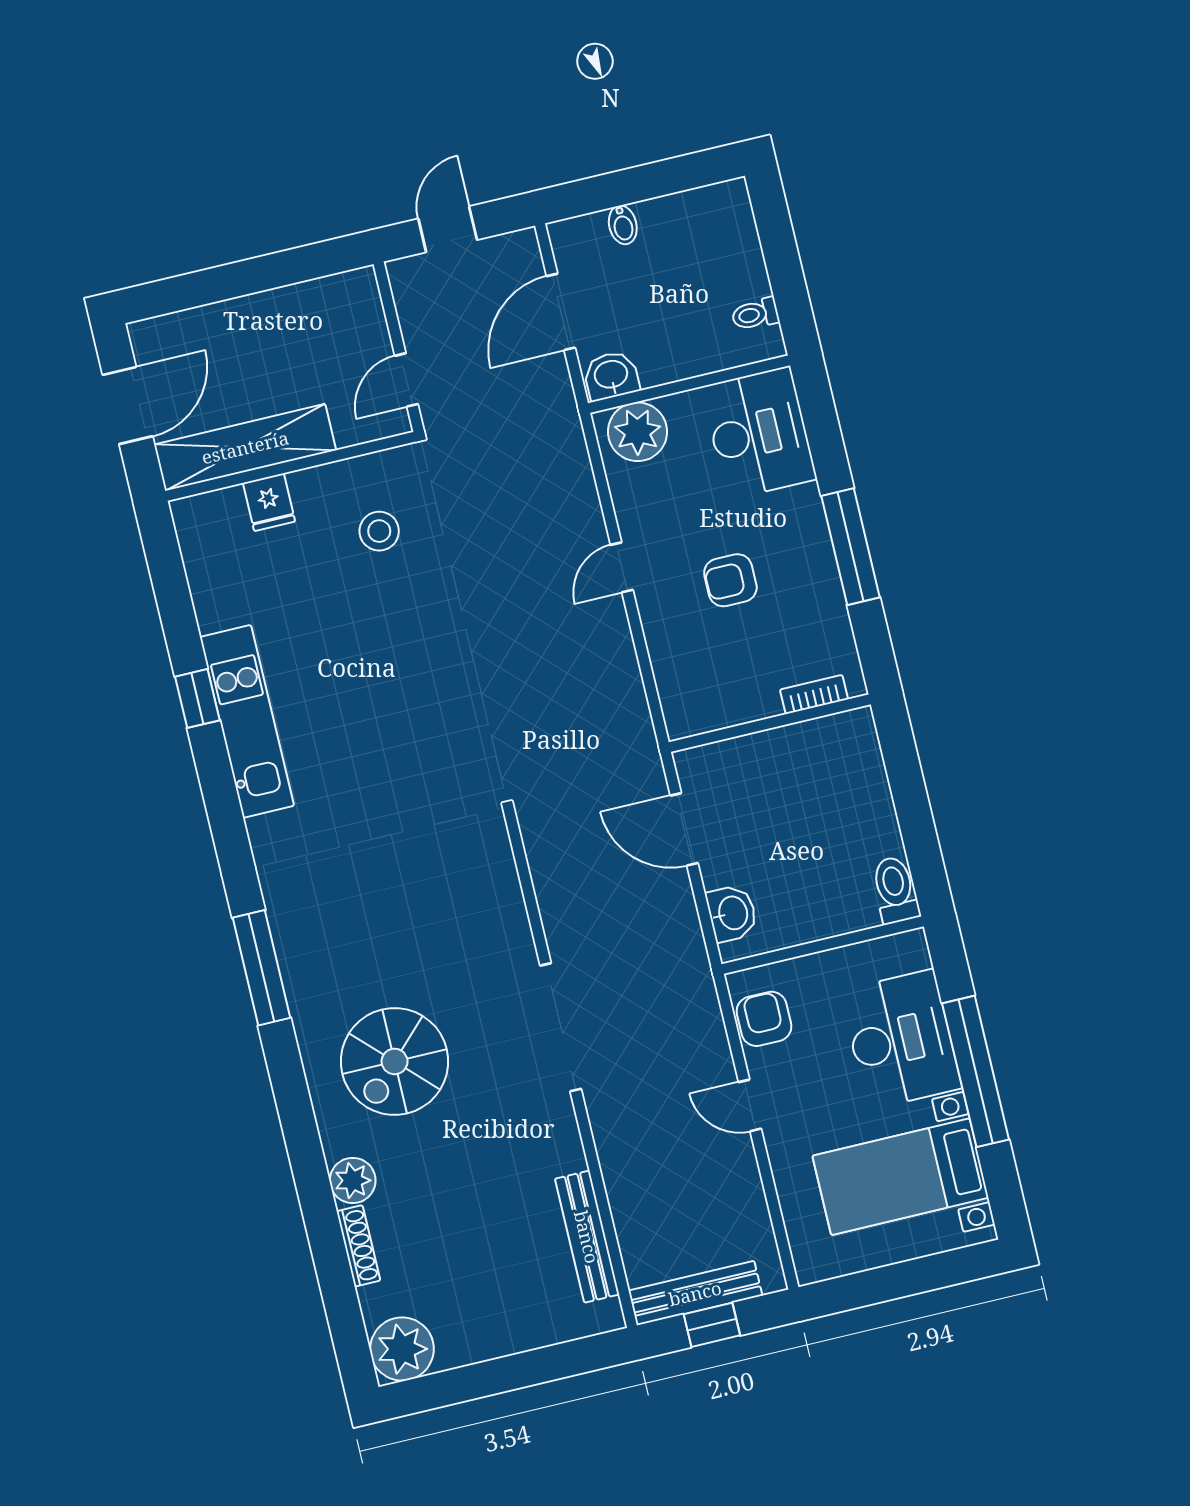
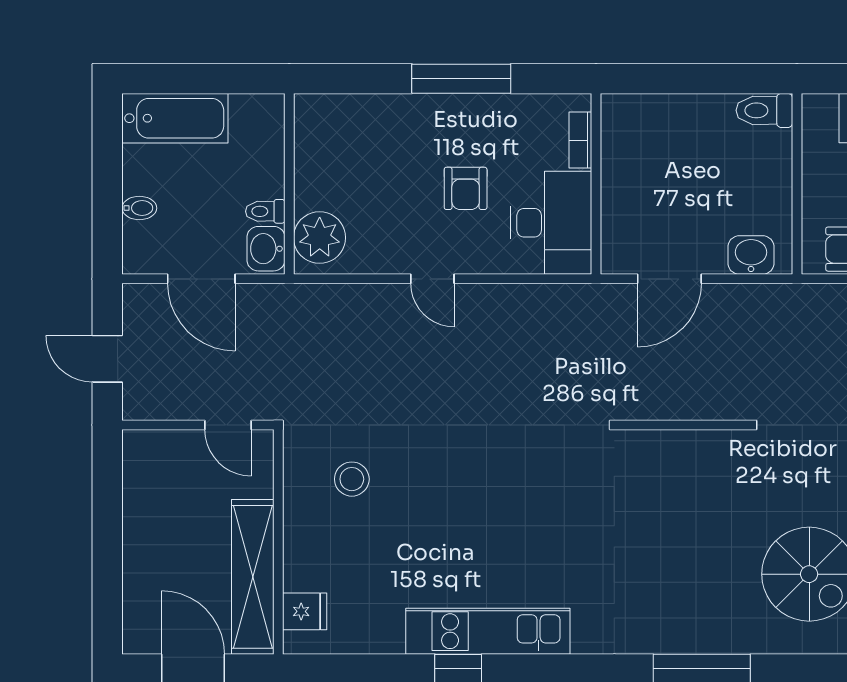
bathtub: (731, 241) -> (175, 118), added
toilet: (755, 314) -> (265, 211), moved, turned 90
desk: (759, 433) -> (551, 223), moved, turned 90
fridge: (269, 502) -> (305, 611), moved

